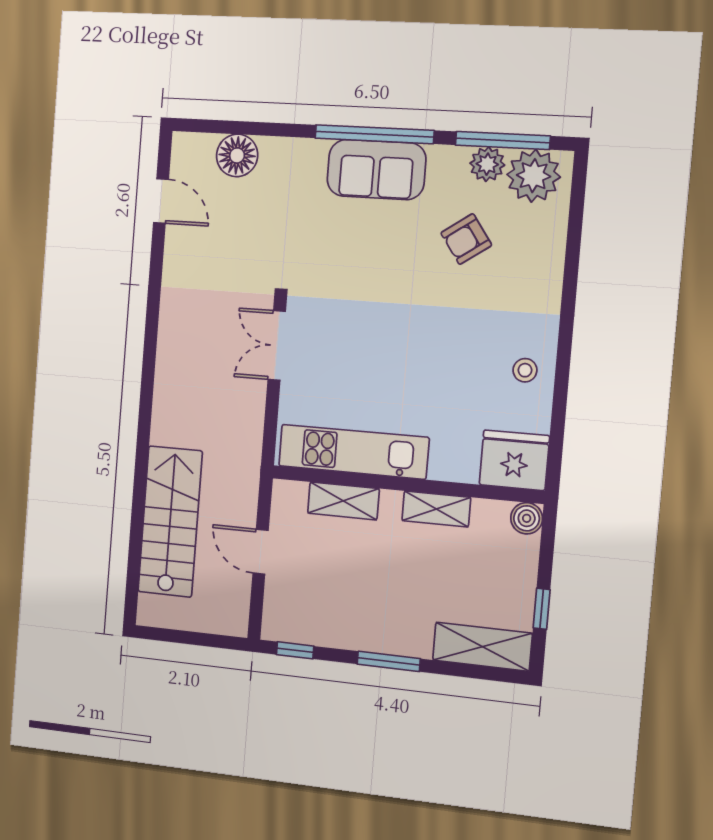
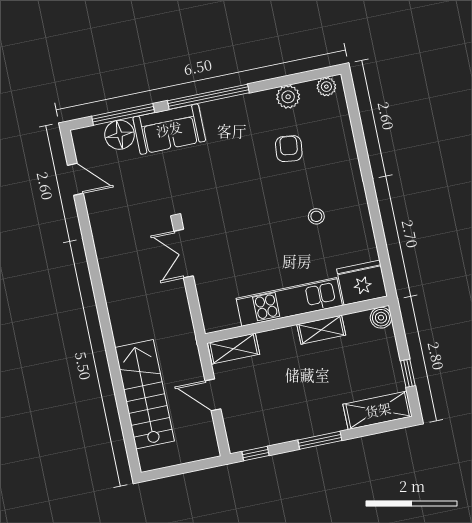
window: (503, 141) -> (123, 114), moved
sofa: (376, 170) -> (169, 129), moved
plant: (534, 176) -> (326, 87), width x0.53, depth x0.53
armchair: (466, 239) -> (289, 149), turned 132
stool: (525, 370) -> (316, 216), moved
kitchen unit: (353, 452) -> (289, 302), moved
shelving: (343, 501) -> (234, 349), moved

